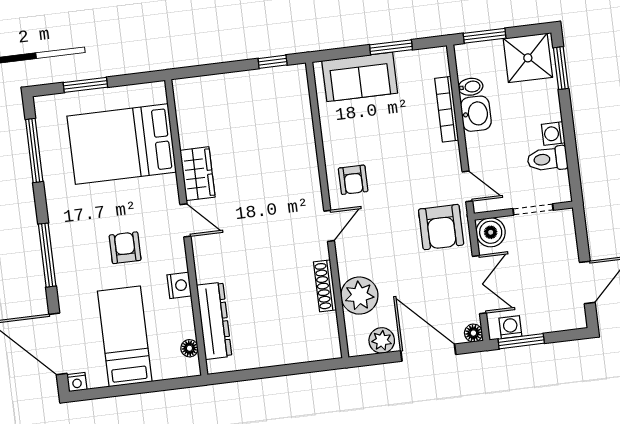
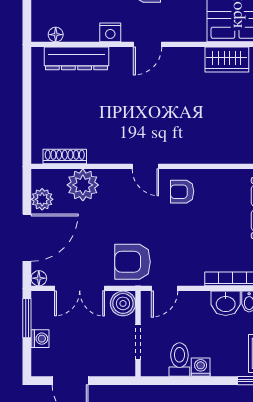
wardrobe: (197, 174) -> (227, 60), moved
door: (185, 220) -> (148, 44), moved
shoe rack: (325, 286) -> (65, 157), moved
washing machine: (510, 327) -> (40, 339), moved

